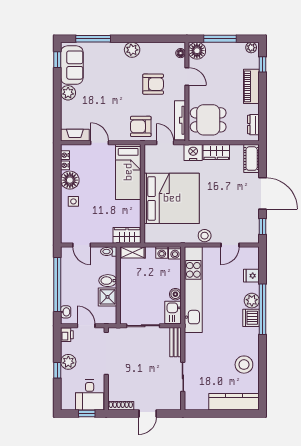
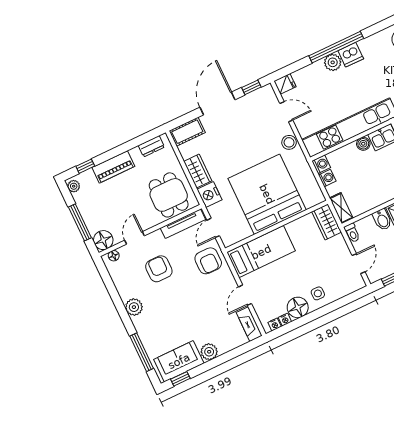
fridge: (251, 276) -> (285, 84), moved, turned -90

